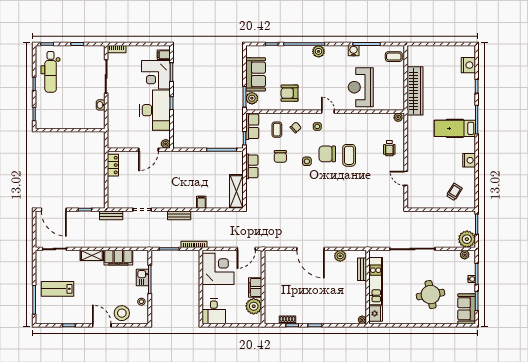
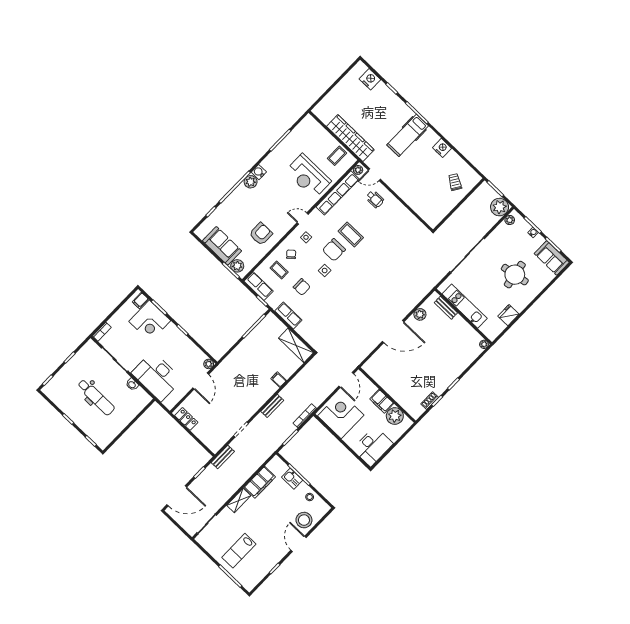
water cooler: (354, 51) -> (259, 172), moved
coffee table: (394, 57) -> (337, 156), moved
dental chair: (51, 72) -> (96, 397), moved
armchair: (290, 93) -> (261, 234), turned 180
desk: (155, 110) -> (157, 376), moved, turned 180
row of seats: (369, 119) -> (338, 193), added
door: (406, 178) -> (374, 175), moved
desk: (214, 311) -> (373, 446), width x1.37
fridge: (376, 313) -> (508, 315), moved, turned -90
door: (102, 325) -> (298, 544), hinge flipped

